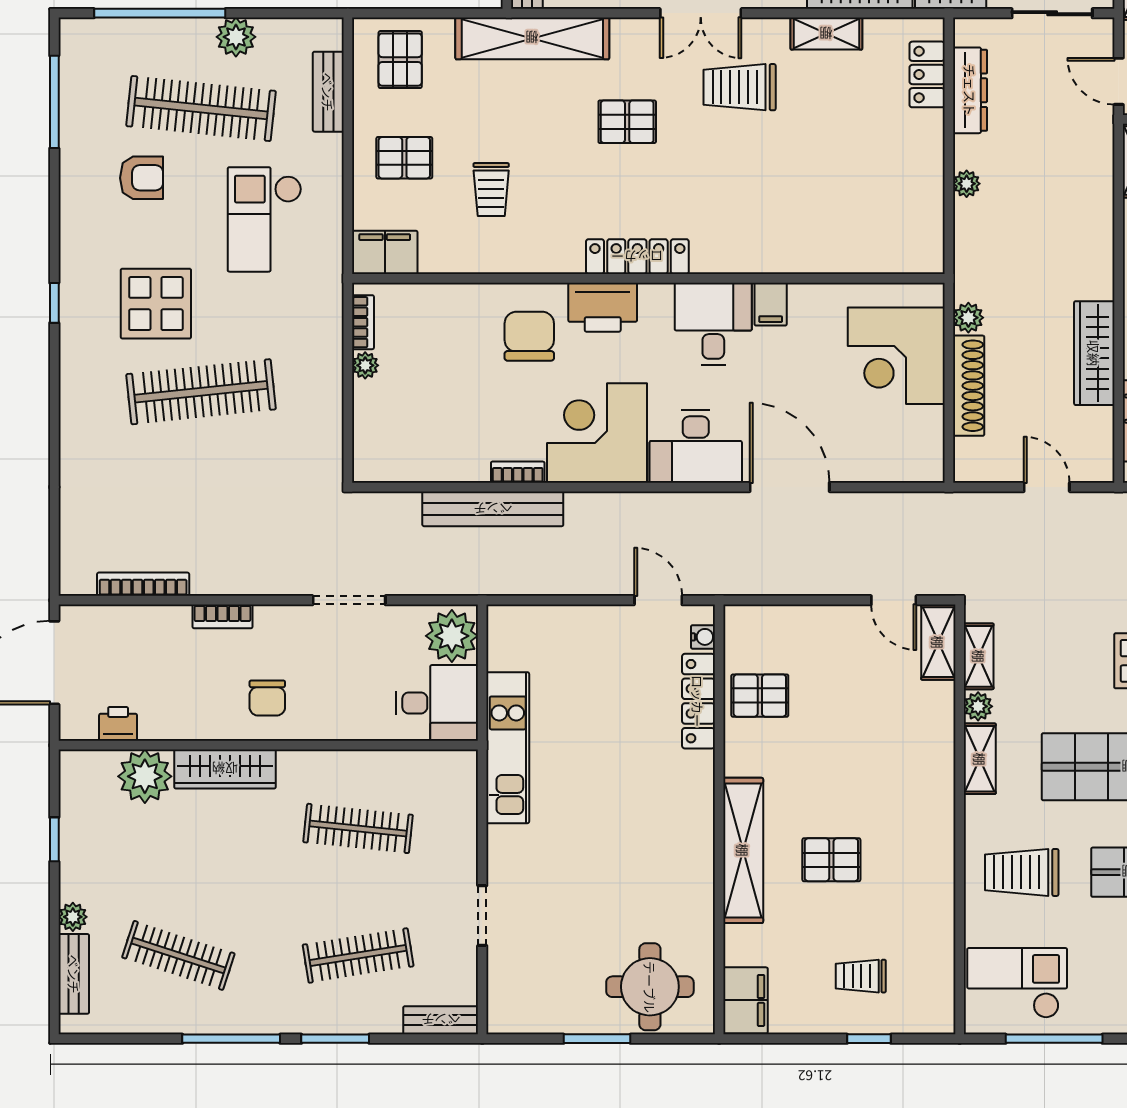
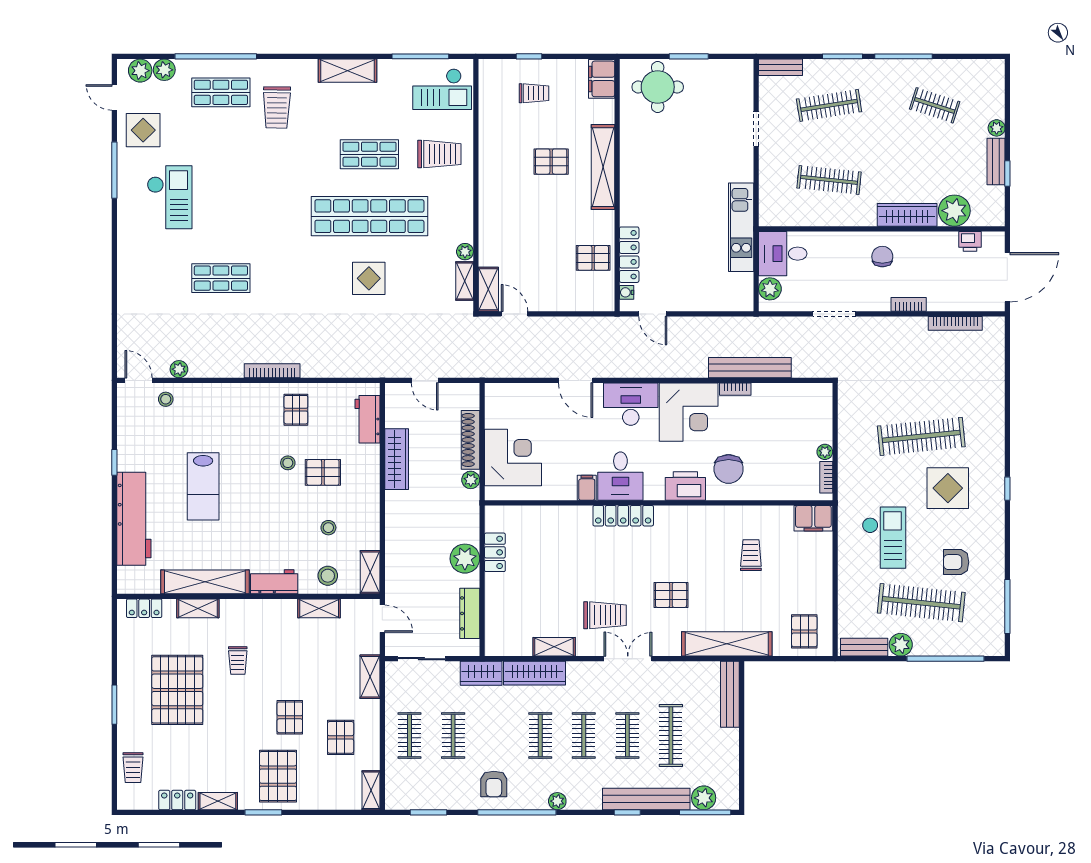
locker: (927, 74) -> (495, 552), moved
bench: (328, 92) -> (864, 647), moved, turned 90
pallet: (404, 158) -> (802, 574), removed
plant: (967, 184) -> (465, 559), width x1.88, depth x1.88
locker: (637, 257) -> (623, 516), moved
door: (790, 487) -> (576, 380), width x0.73
plant: (452, 636) -> (770, 289), width x0.73, depth x0.73
shelving: (980, 759) -> (464, 221), removed
clothes rail: (178, 955) -> (935, 105), width x0.73
bench: (74, 974) -> (996, 161), moved

